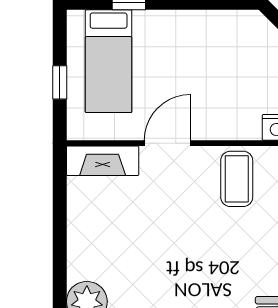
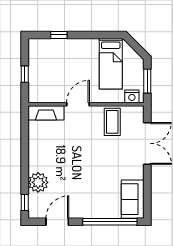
bed: (109, 61) -> (111, 64), moved

